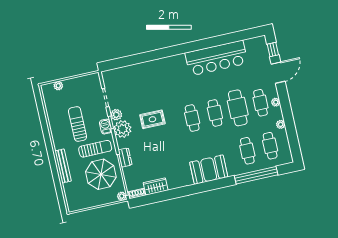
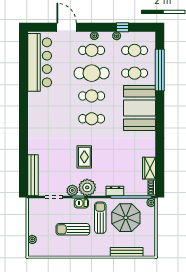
window: (273, 49) -> (122, 27), moved
bar counter: (216, 58) -> (40, 62), moved
bench: (123, 72) -> (33, 175), added
bench: (63, 166) -> (127, 252), moved
booth: (209, 170) -> (140, 108), width x1.36, depth x1.42

